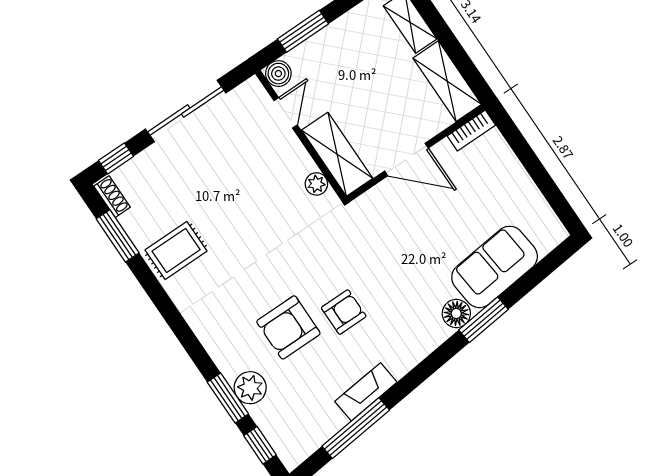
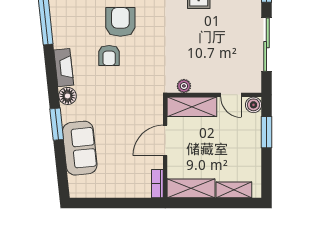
floor lamp: (456, 313) -> (68, 96), moved
fireplace: (366, 392) -> (64, 68), moved

